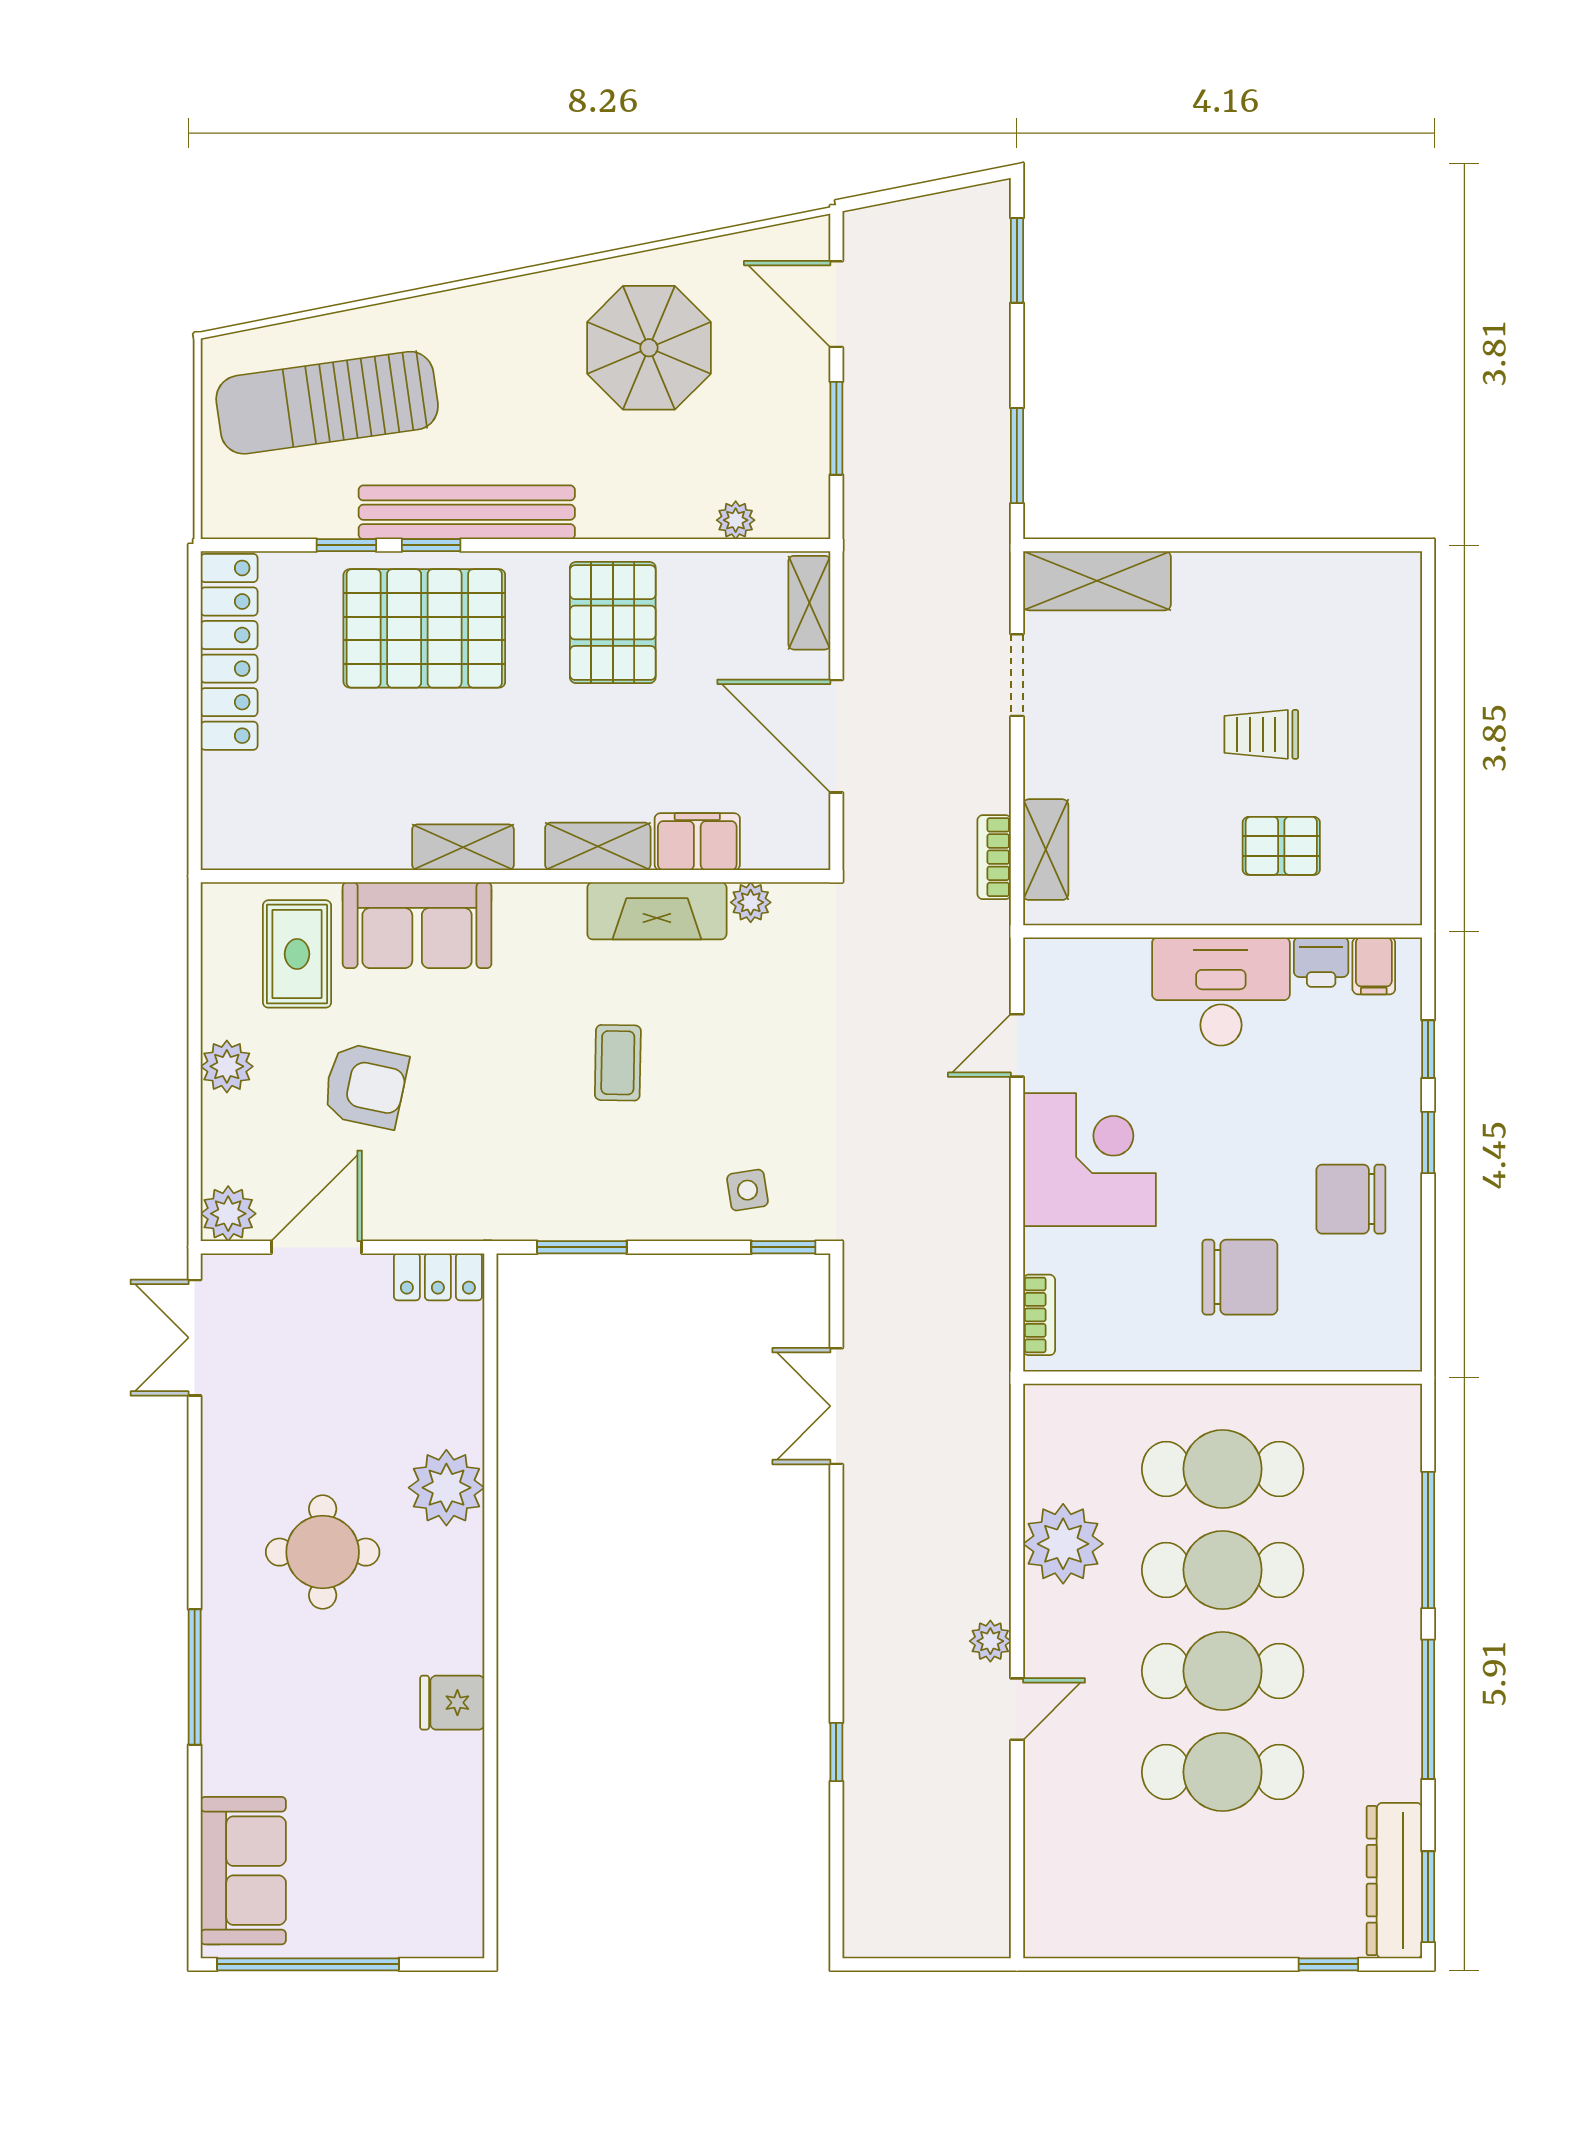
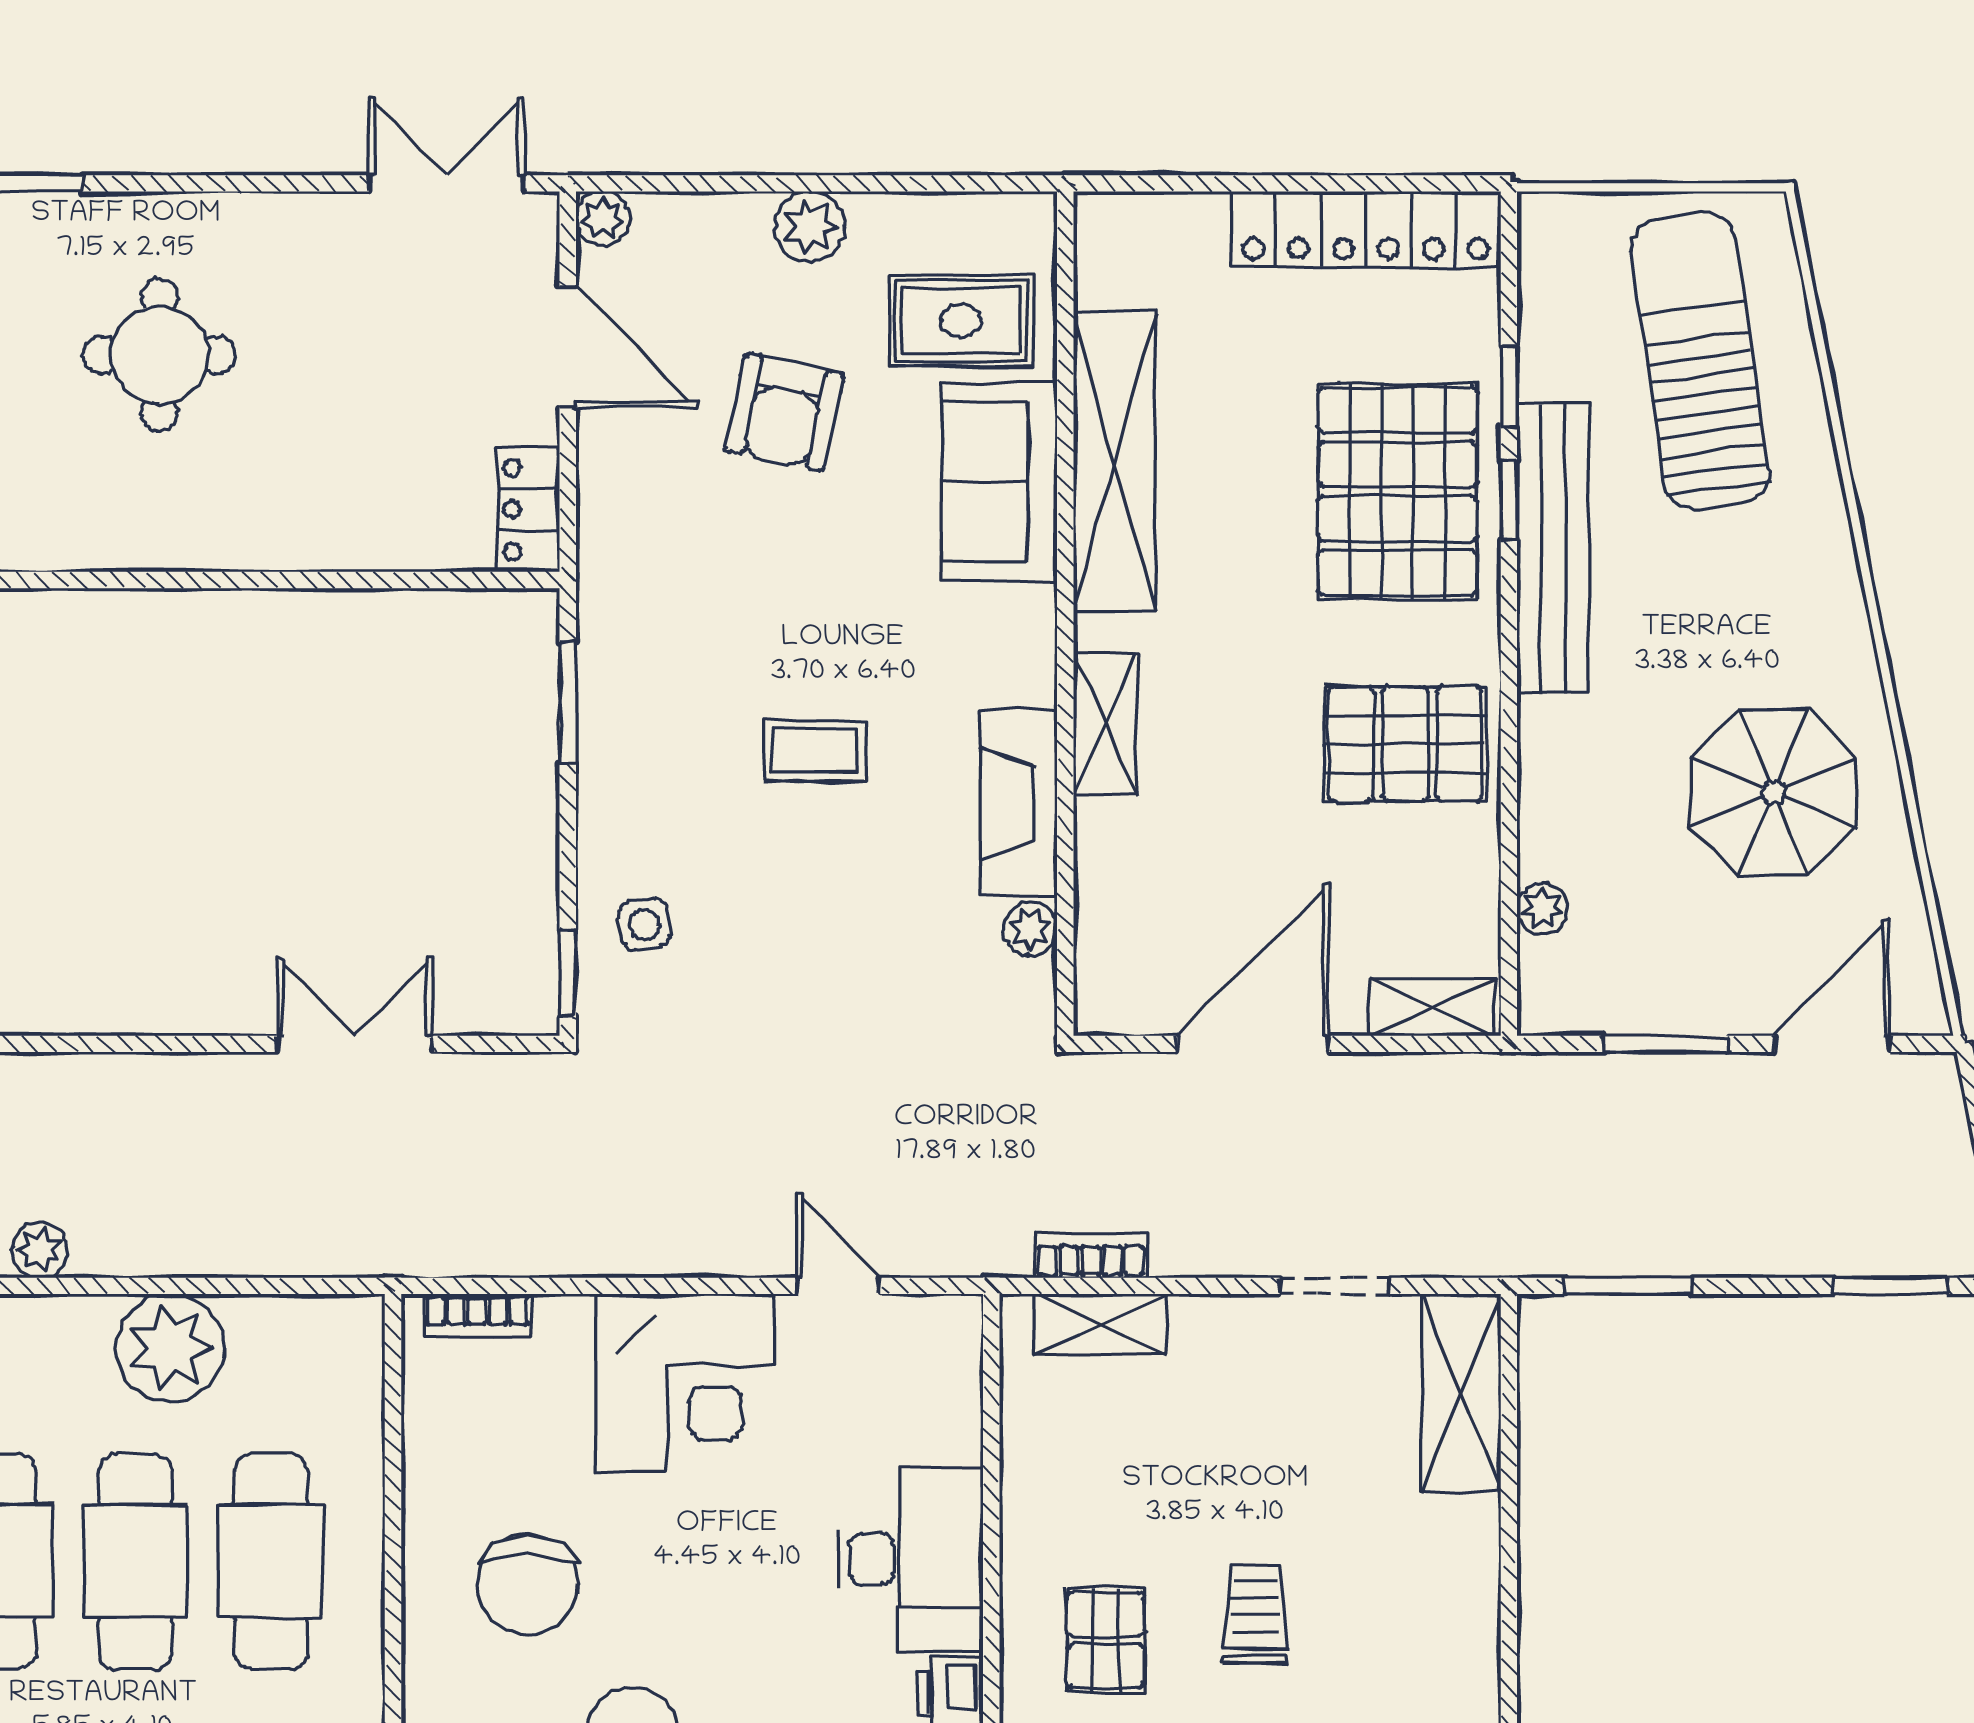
filing cabinet: (697, 842) -> (1111, 857), removed
shelving: (463, 847) -> (1114, 461), width x2.20, depth x1.33
plant: (228, 1214) -> (603, 218), width x0.73, depth x0.73
plant: (446, 1488) -> (245, 521), removed

